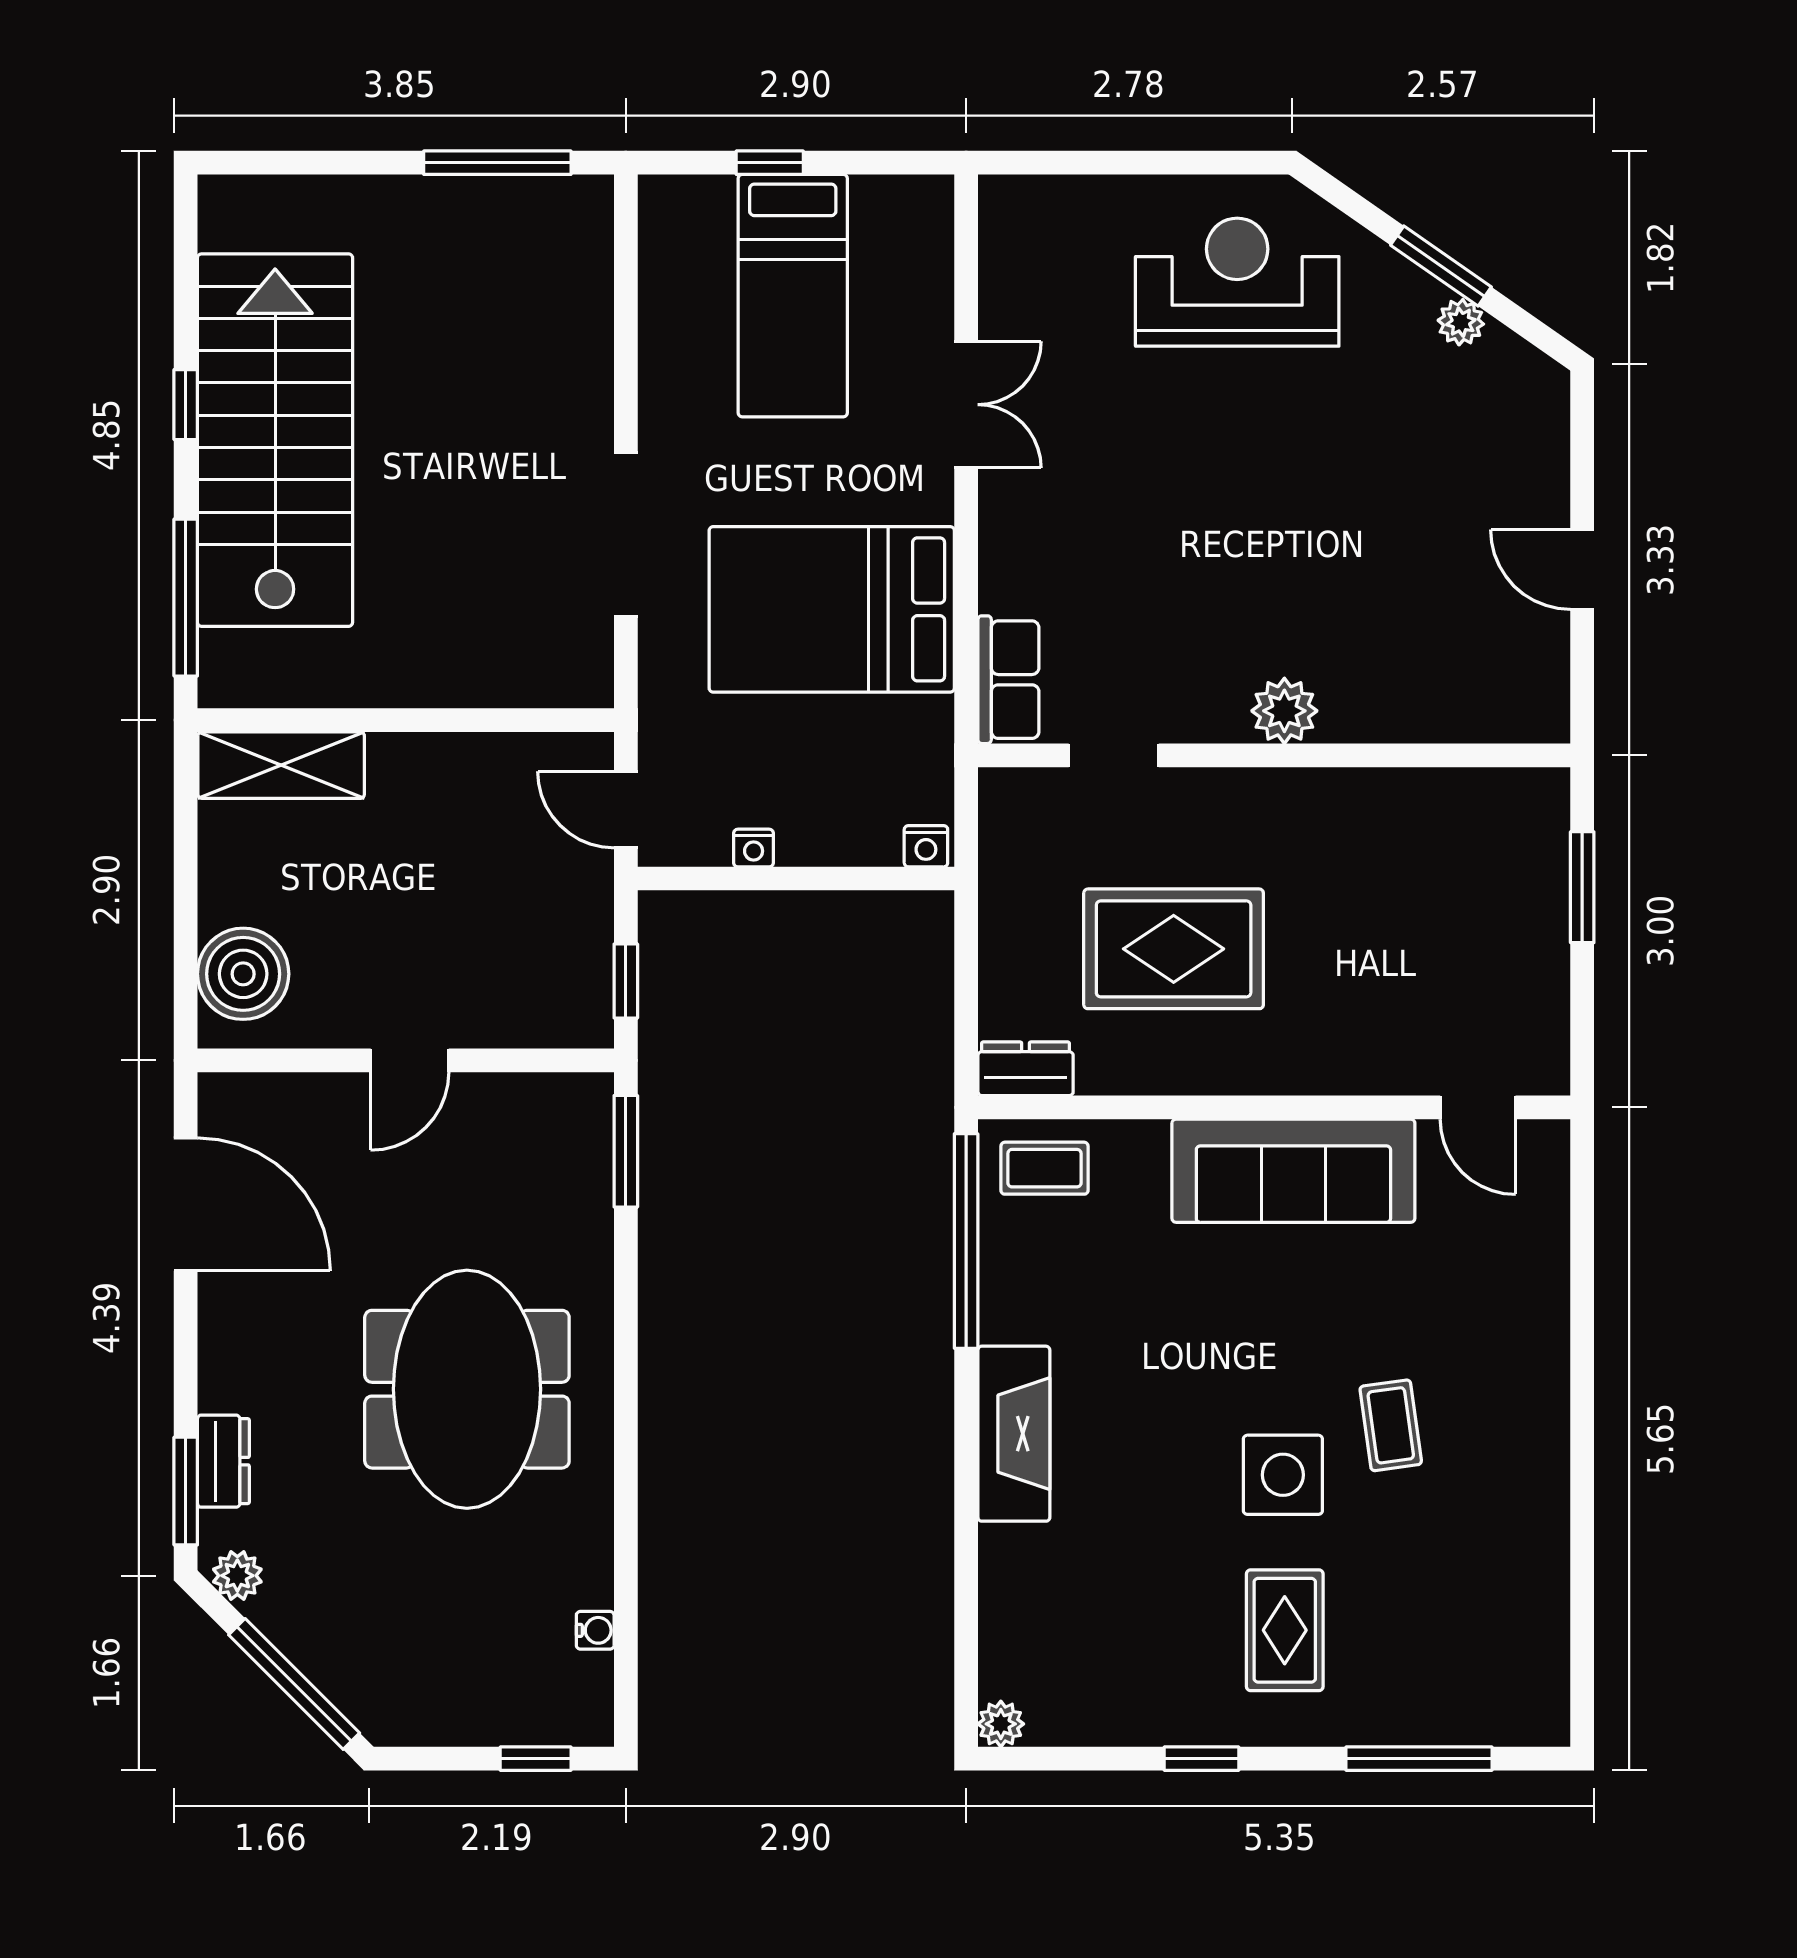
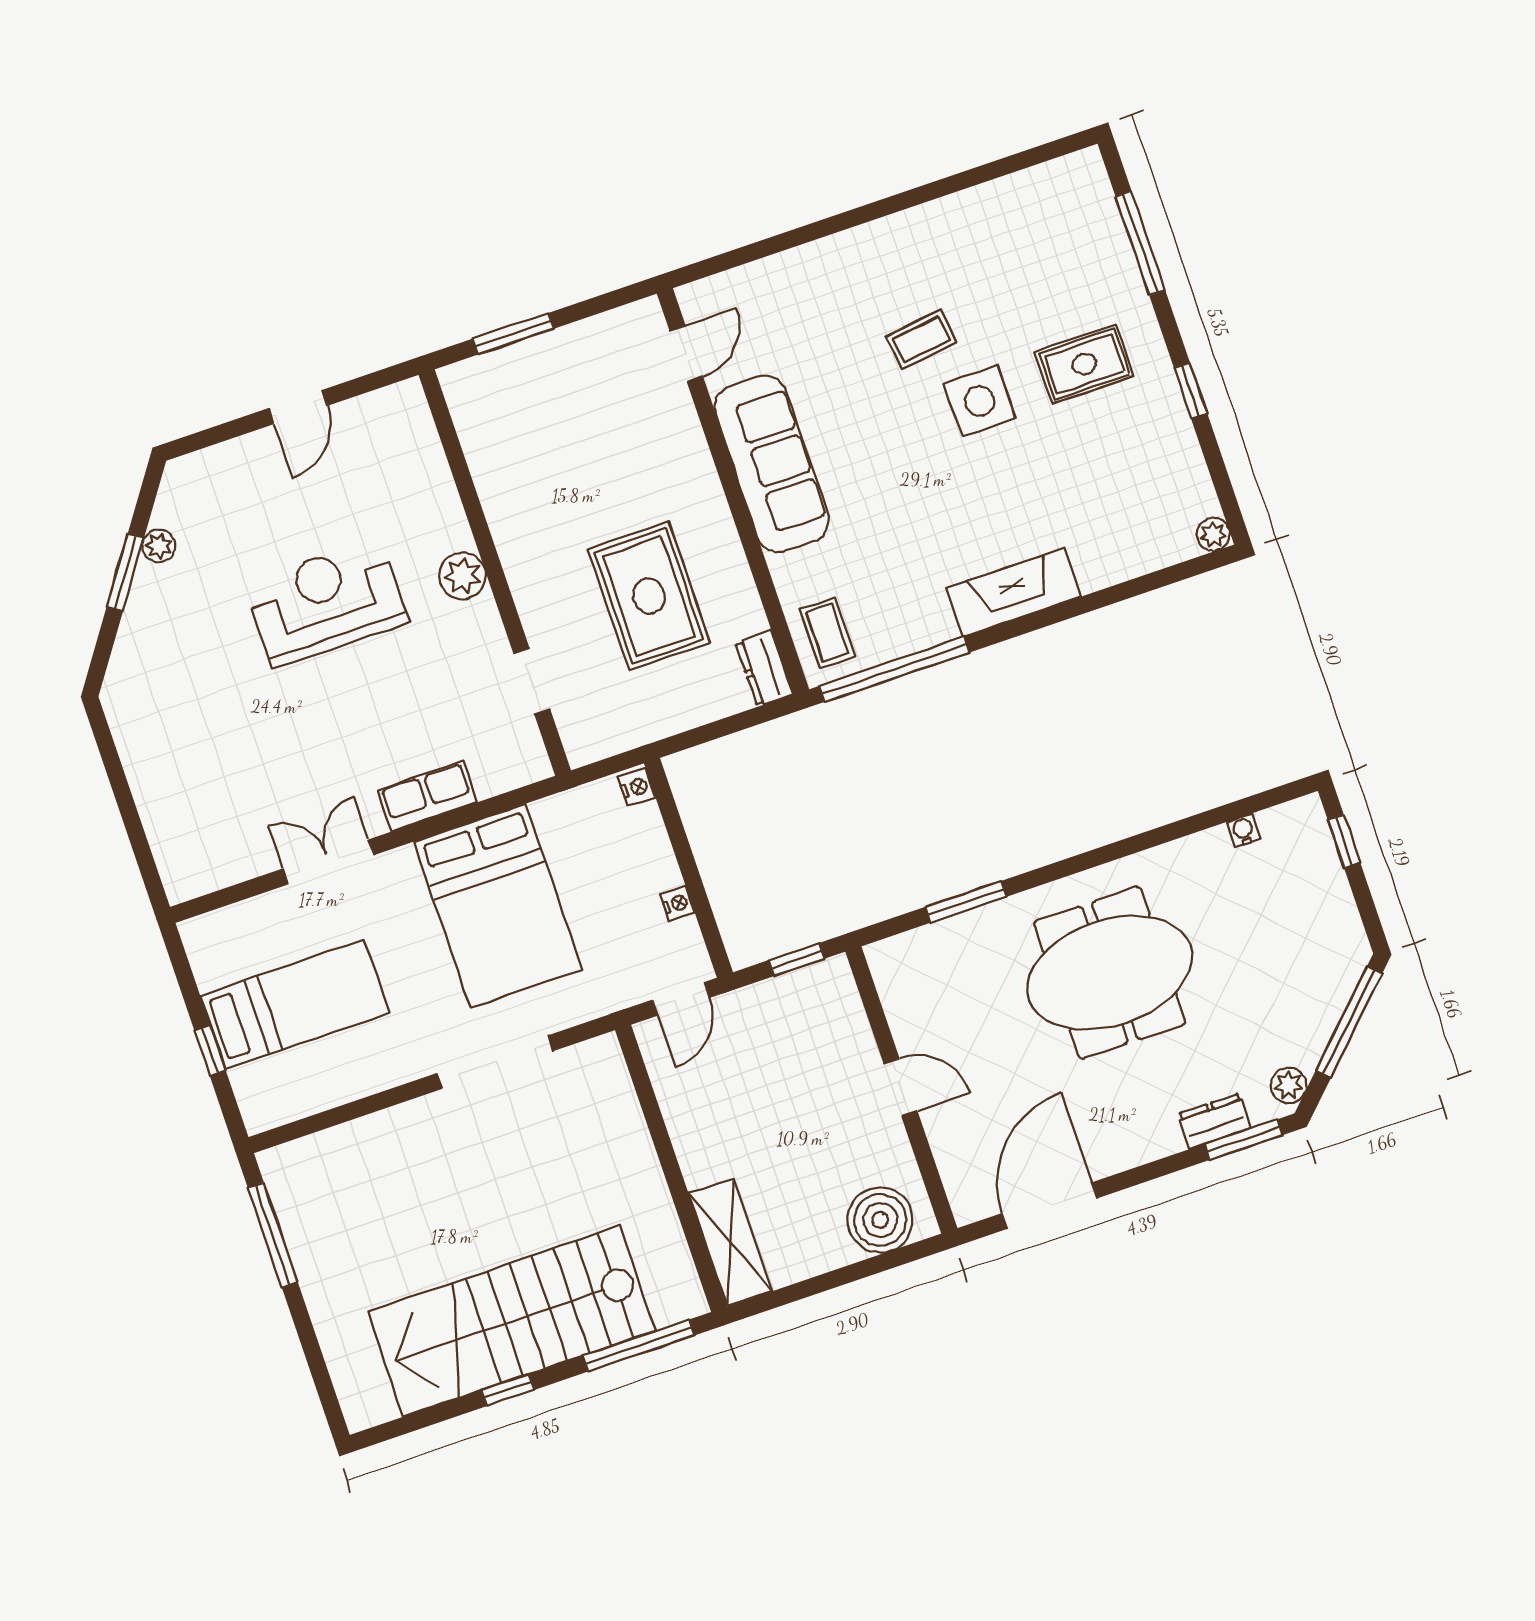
reception desk: (1237, 282) -> (326, 603), moved, turned 90
row of seats: (1008, 680) -> (427, 796), moved
window: (626, 1151) -> (966, 902), moved

